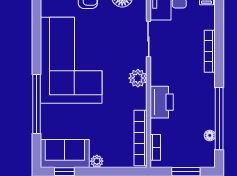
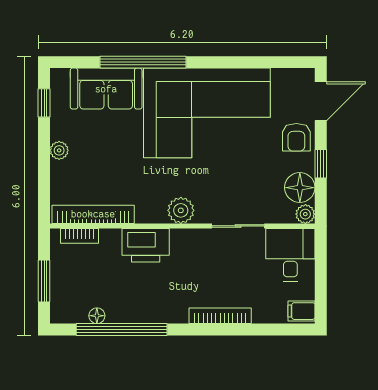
sofa: (65, 153) -> (106, 89), moved, turned 90

